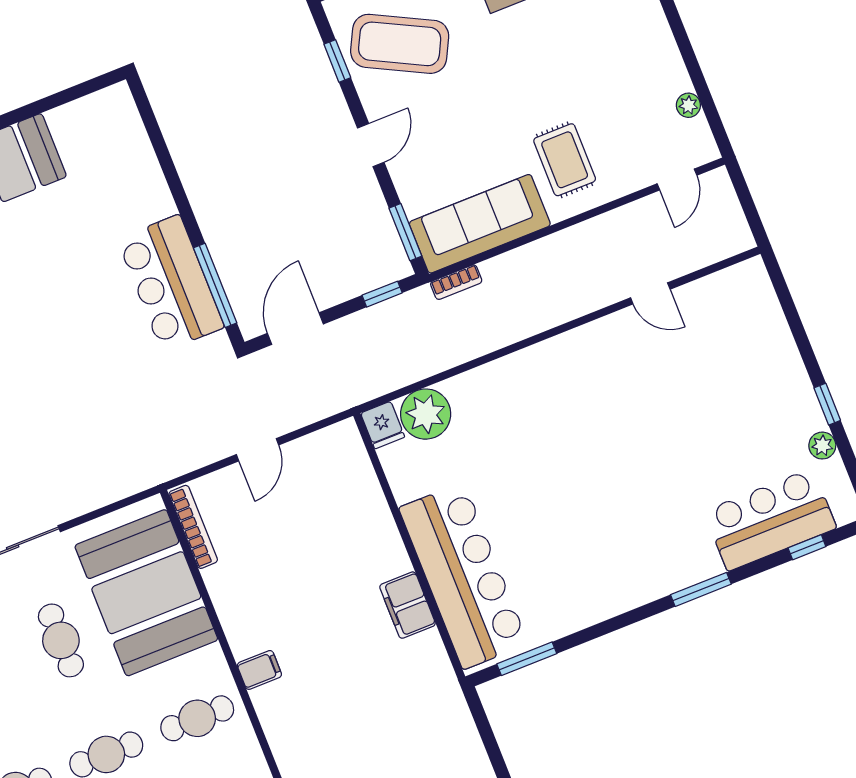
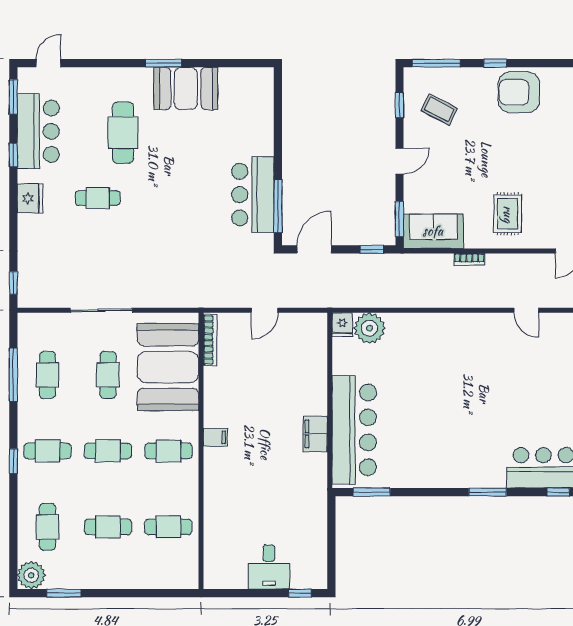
coffee table: (400, 44) -> (439, 109), width x0.54, depth x0.58
sofa: (480, 224) -> (433, 231), width x0.73
bookcase: (456, 282) -> (469, 259), moved

